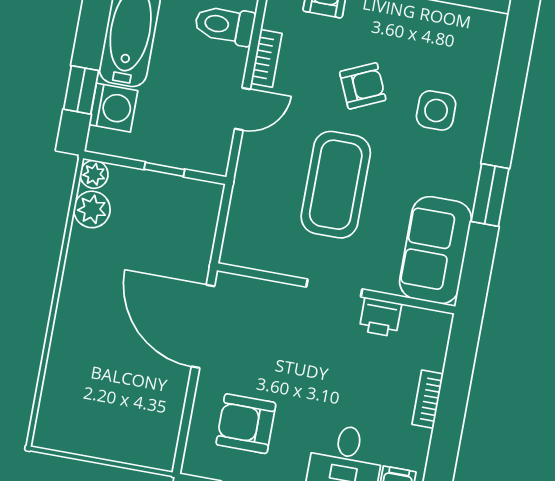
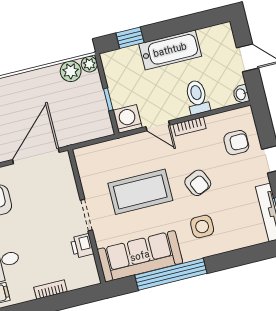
washing machine: (113, 108) -> (128, 119), moved, turned 180
window: (490, 195) -> (171, 274), width x2.11
sofa: (435, 250) -> (140, 256), width x1.36

